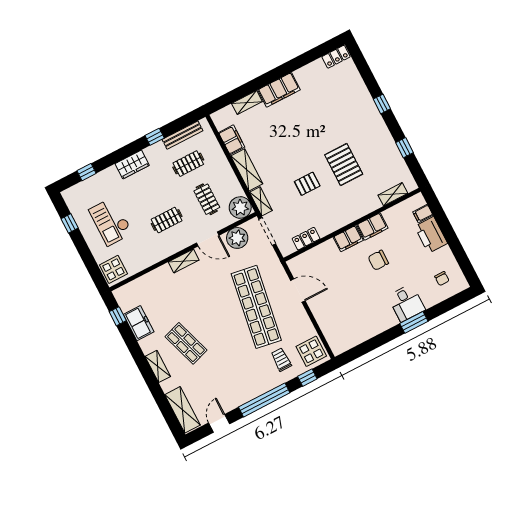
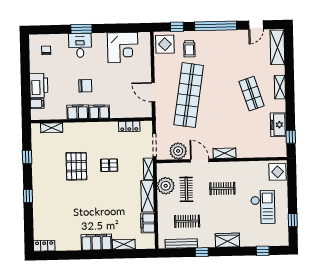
plant: (240, 208) -> (166, 186), moved
corner desk: (357, 324) -> (123, 47), added

